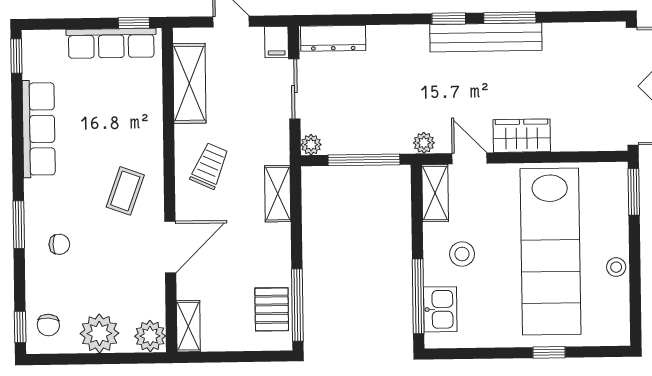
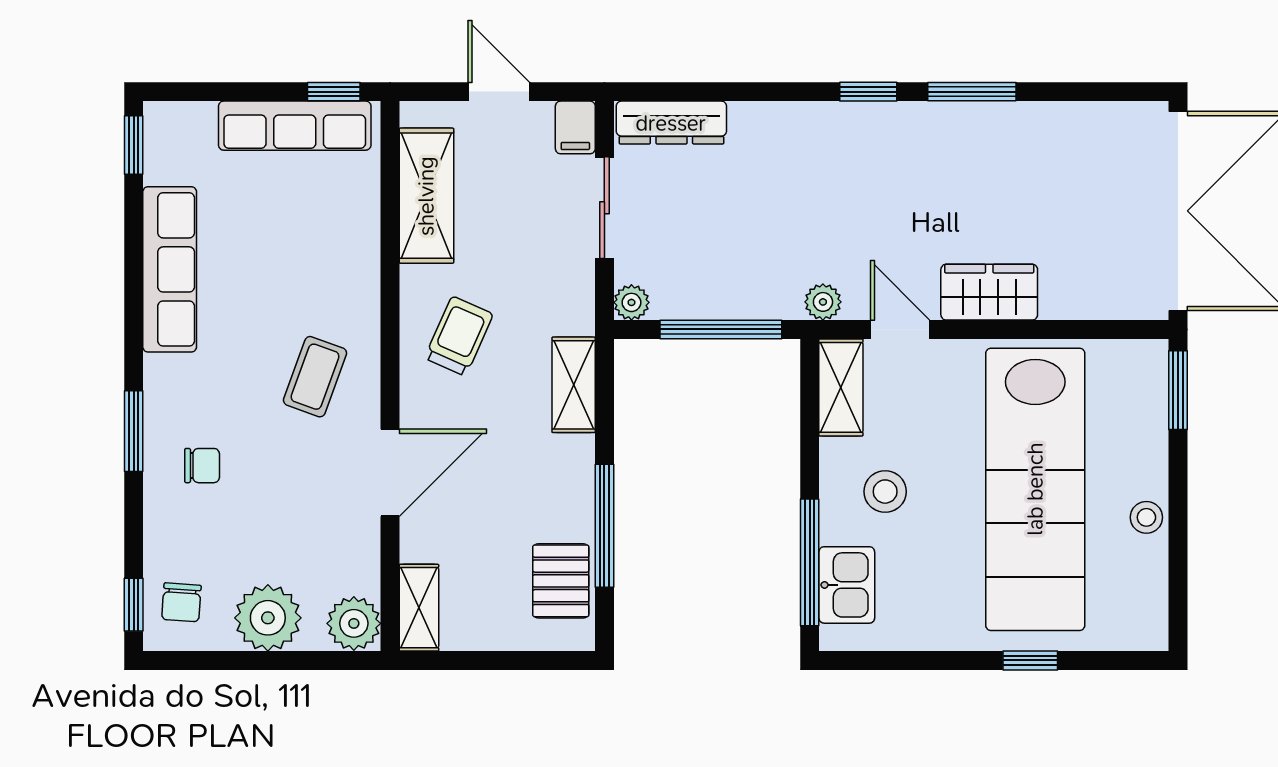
bench: (486, 37) -> (931, 125), removed
window: (297, 305) -> (604, 526), moved

